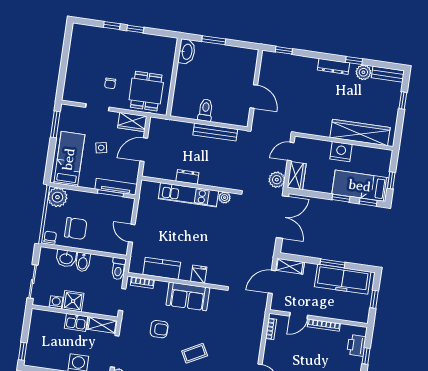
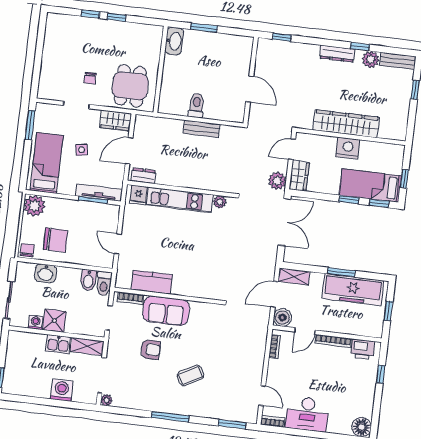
bench: (215, 132) -> (202, 129), width x0.73
wardrobe: (360, 133) -> (346, 124), moved
dresser: (187, 177) -> (143, 176), moved
bidet: (83, 262) -> (88, 280), moved
fridge: (199, 274) -> (139, 195), moved, turned 180
sofa: (188, 296) -> (166, 311), moved
boiler: (279, 303) -> (282, 318), added
printer: (356, 345) -> (363, 349), moved, turned -90

